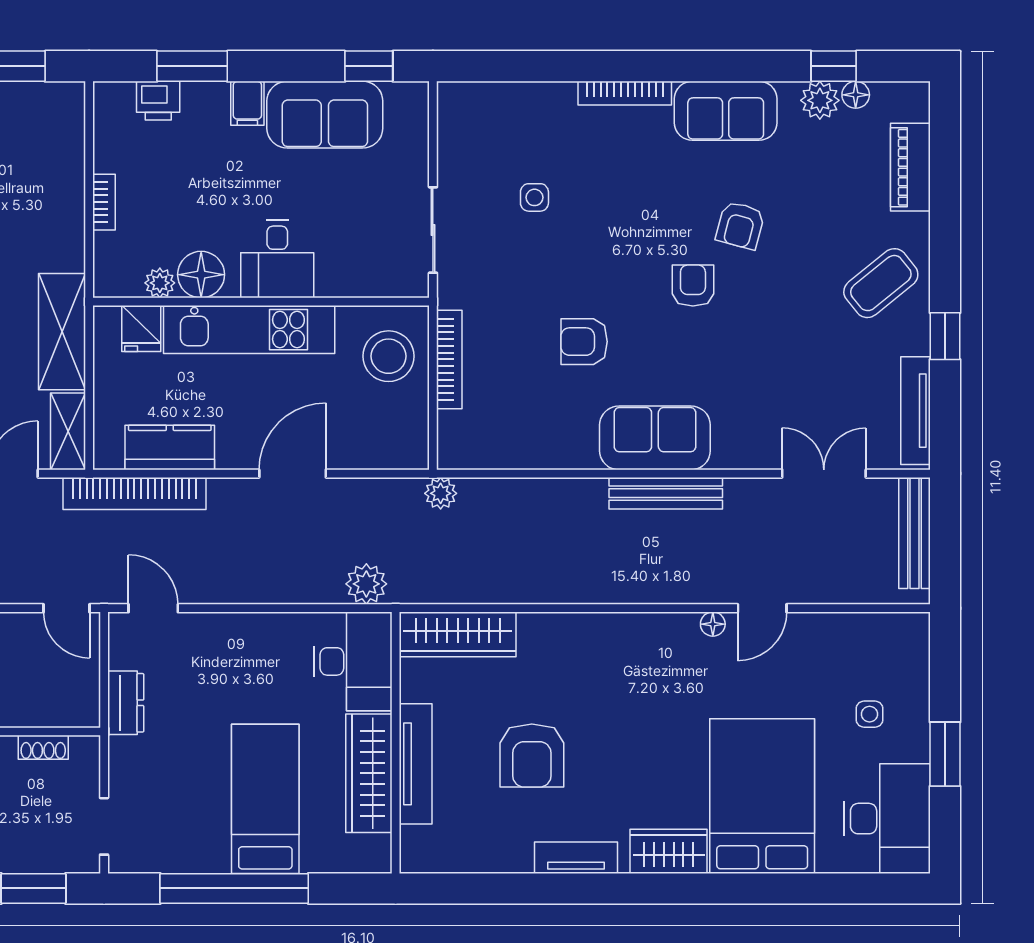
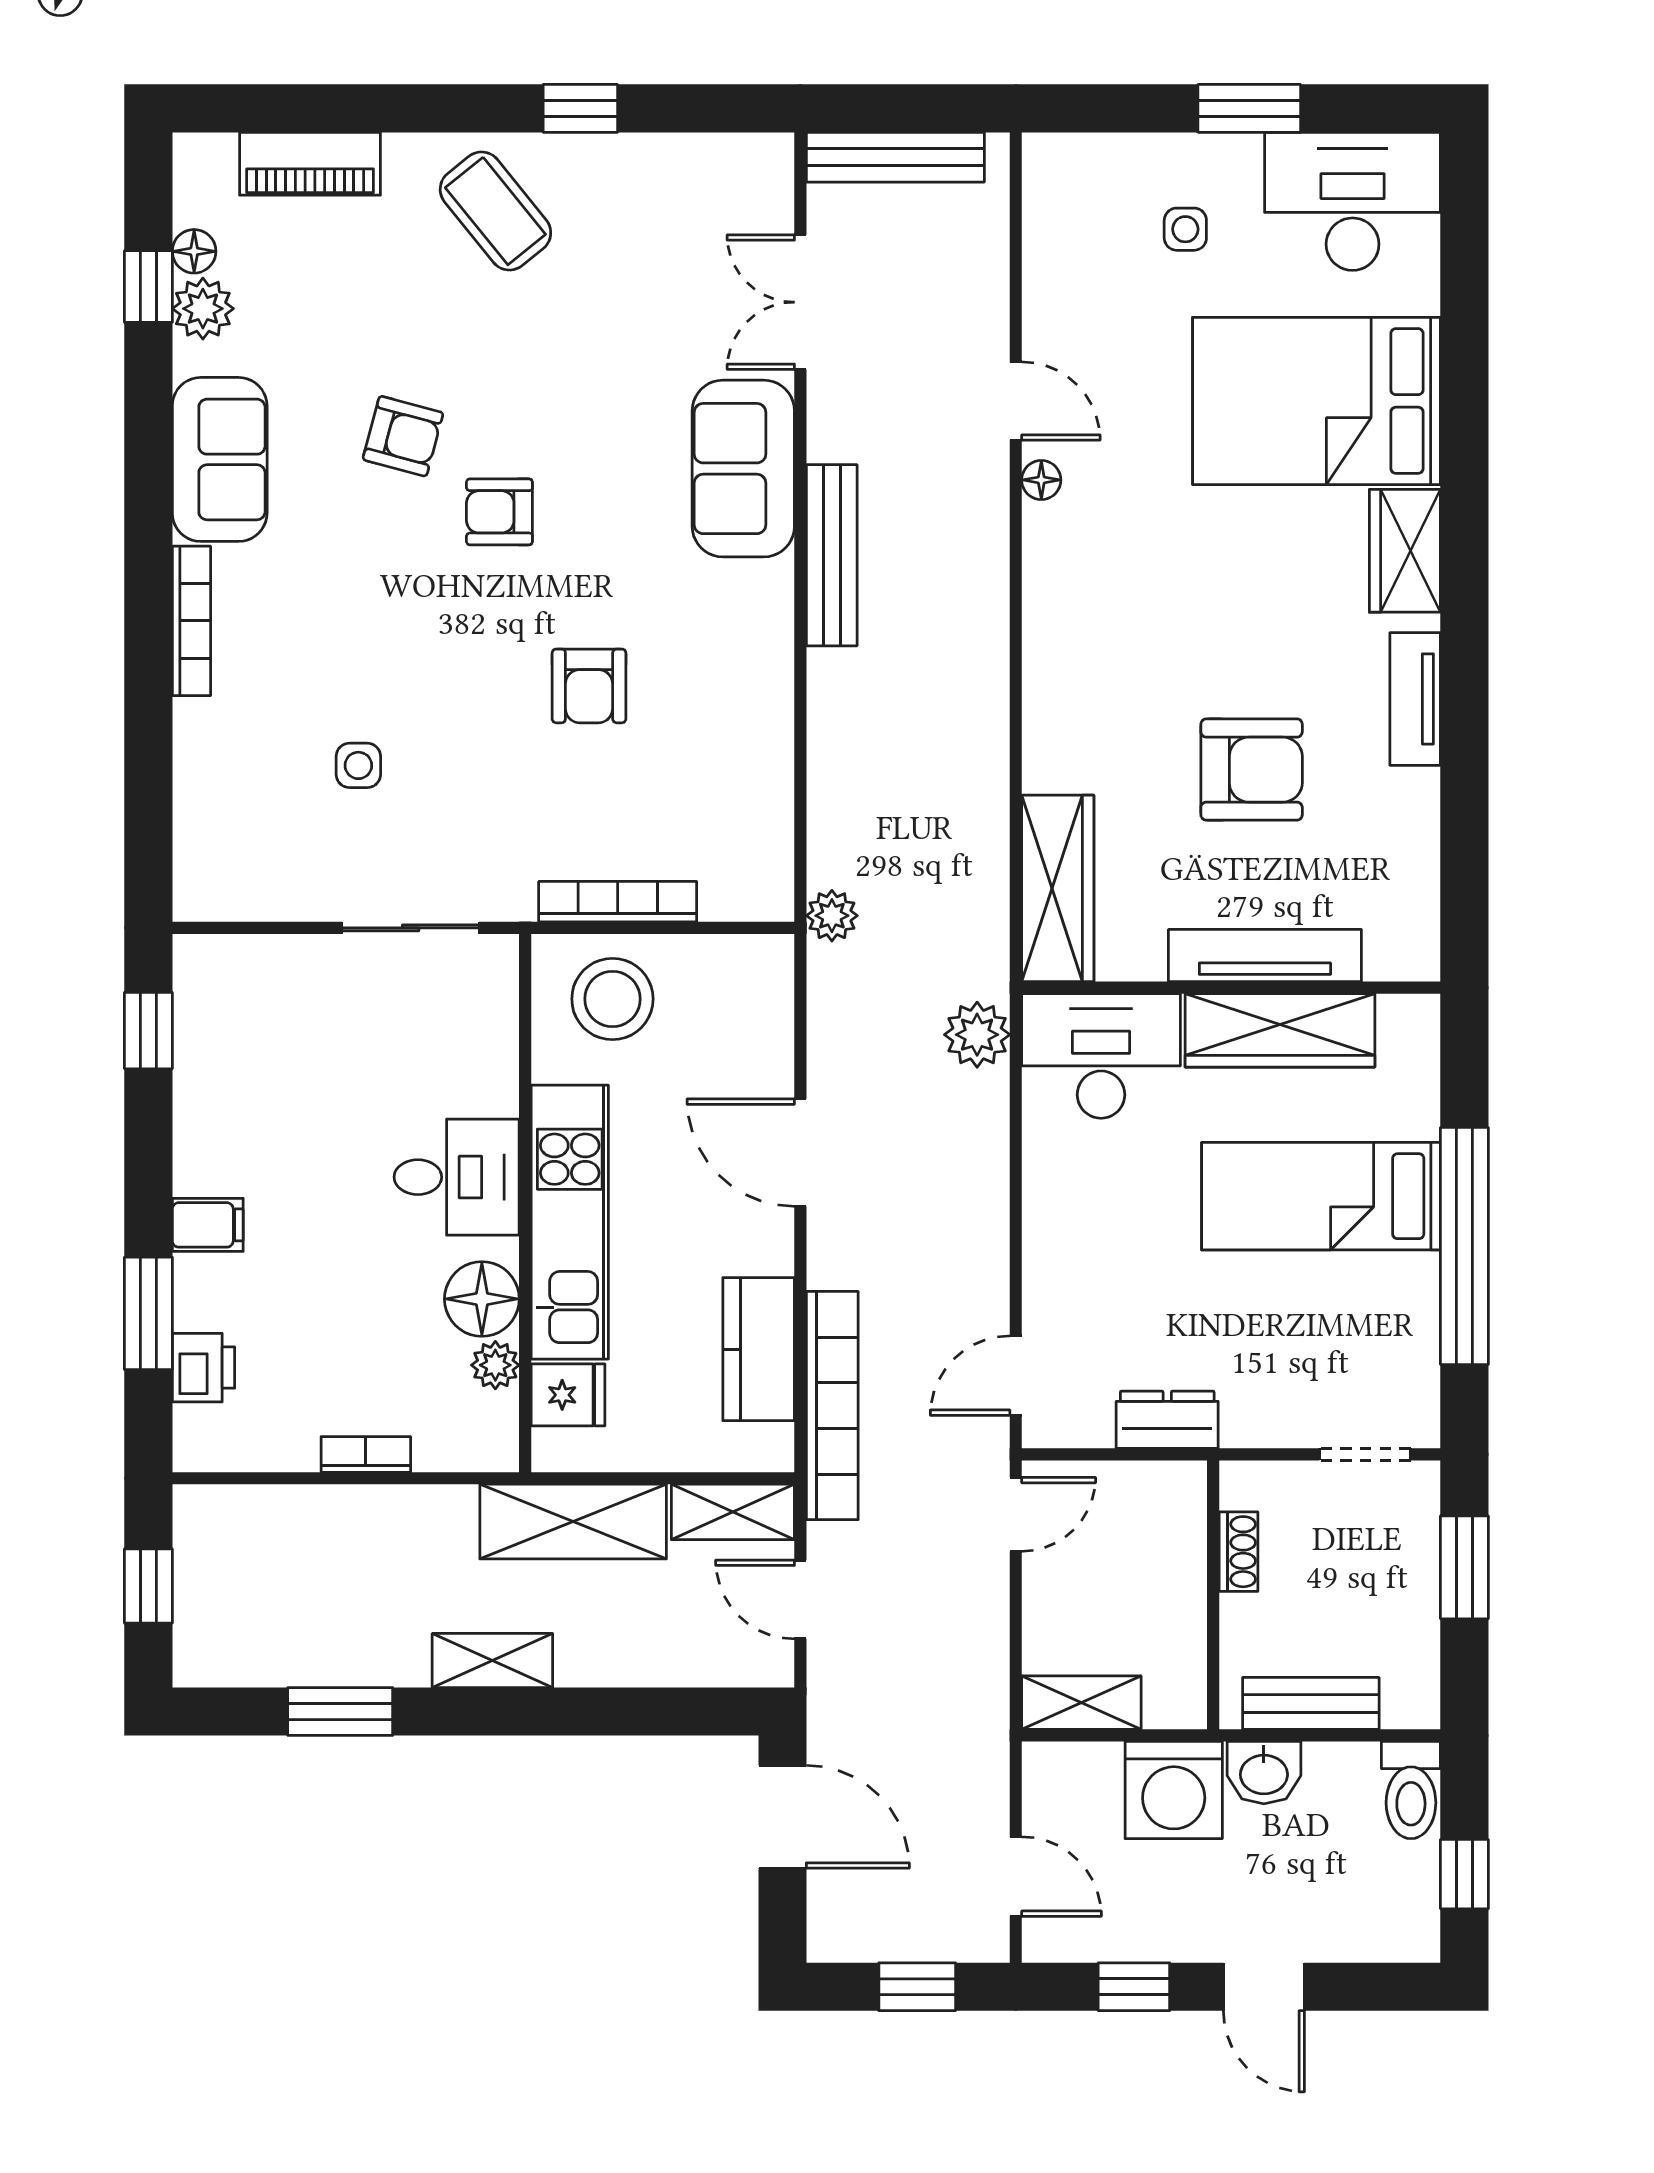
sofa: (325, 115) -> (226, 1101), removed
tv unit: (915, 411) -> (699, 156), removed
sofa: (655, 438) -> (743, 469), moved

